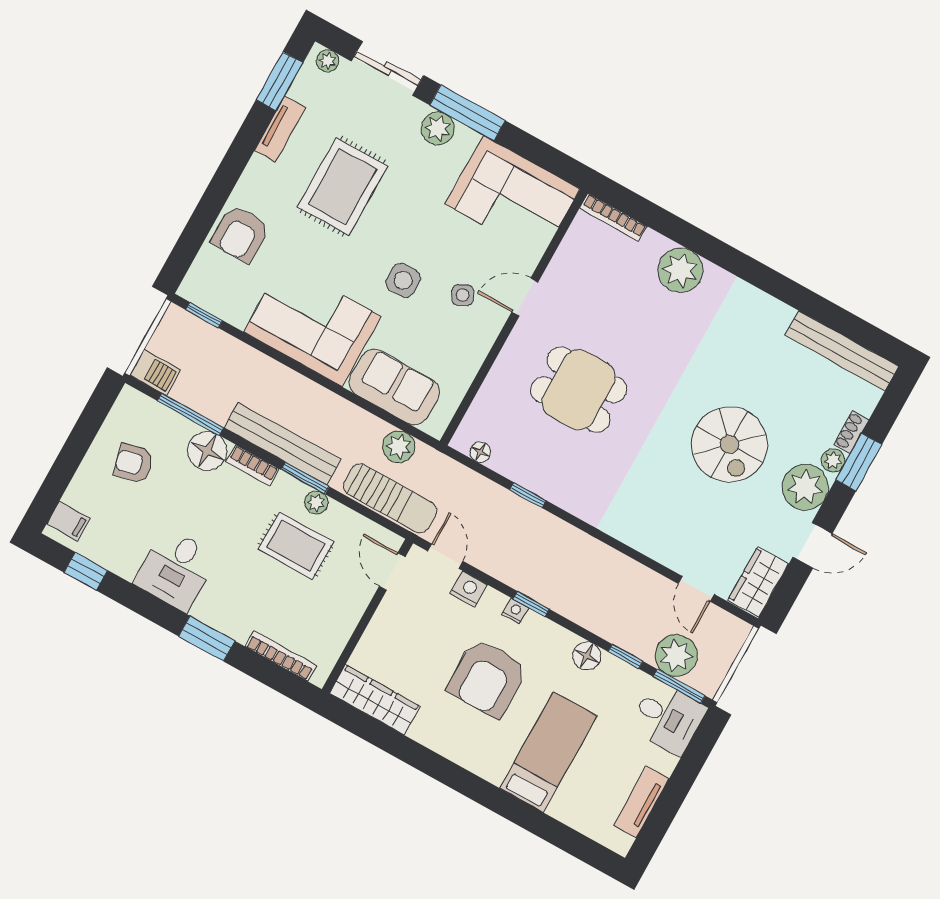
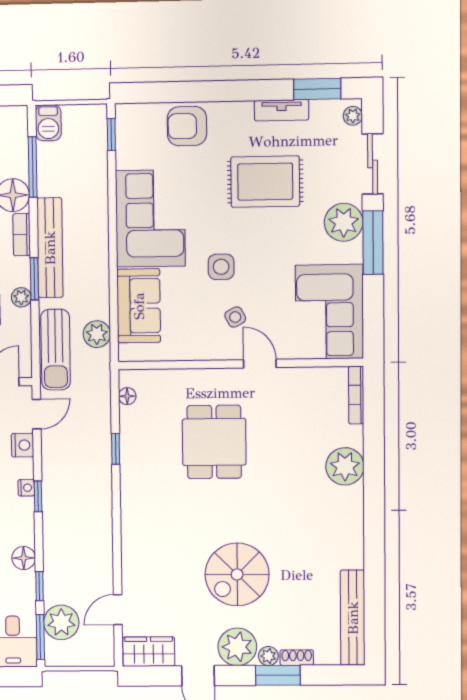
plant: (438, 128) -> (344, 222), width x1.36, depth x1.36

